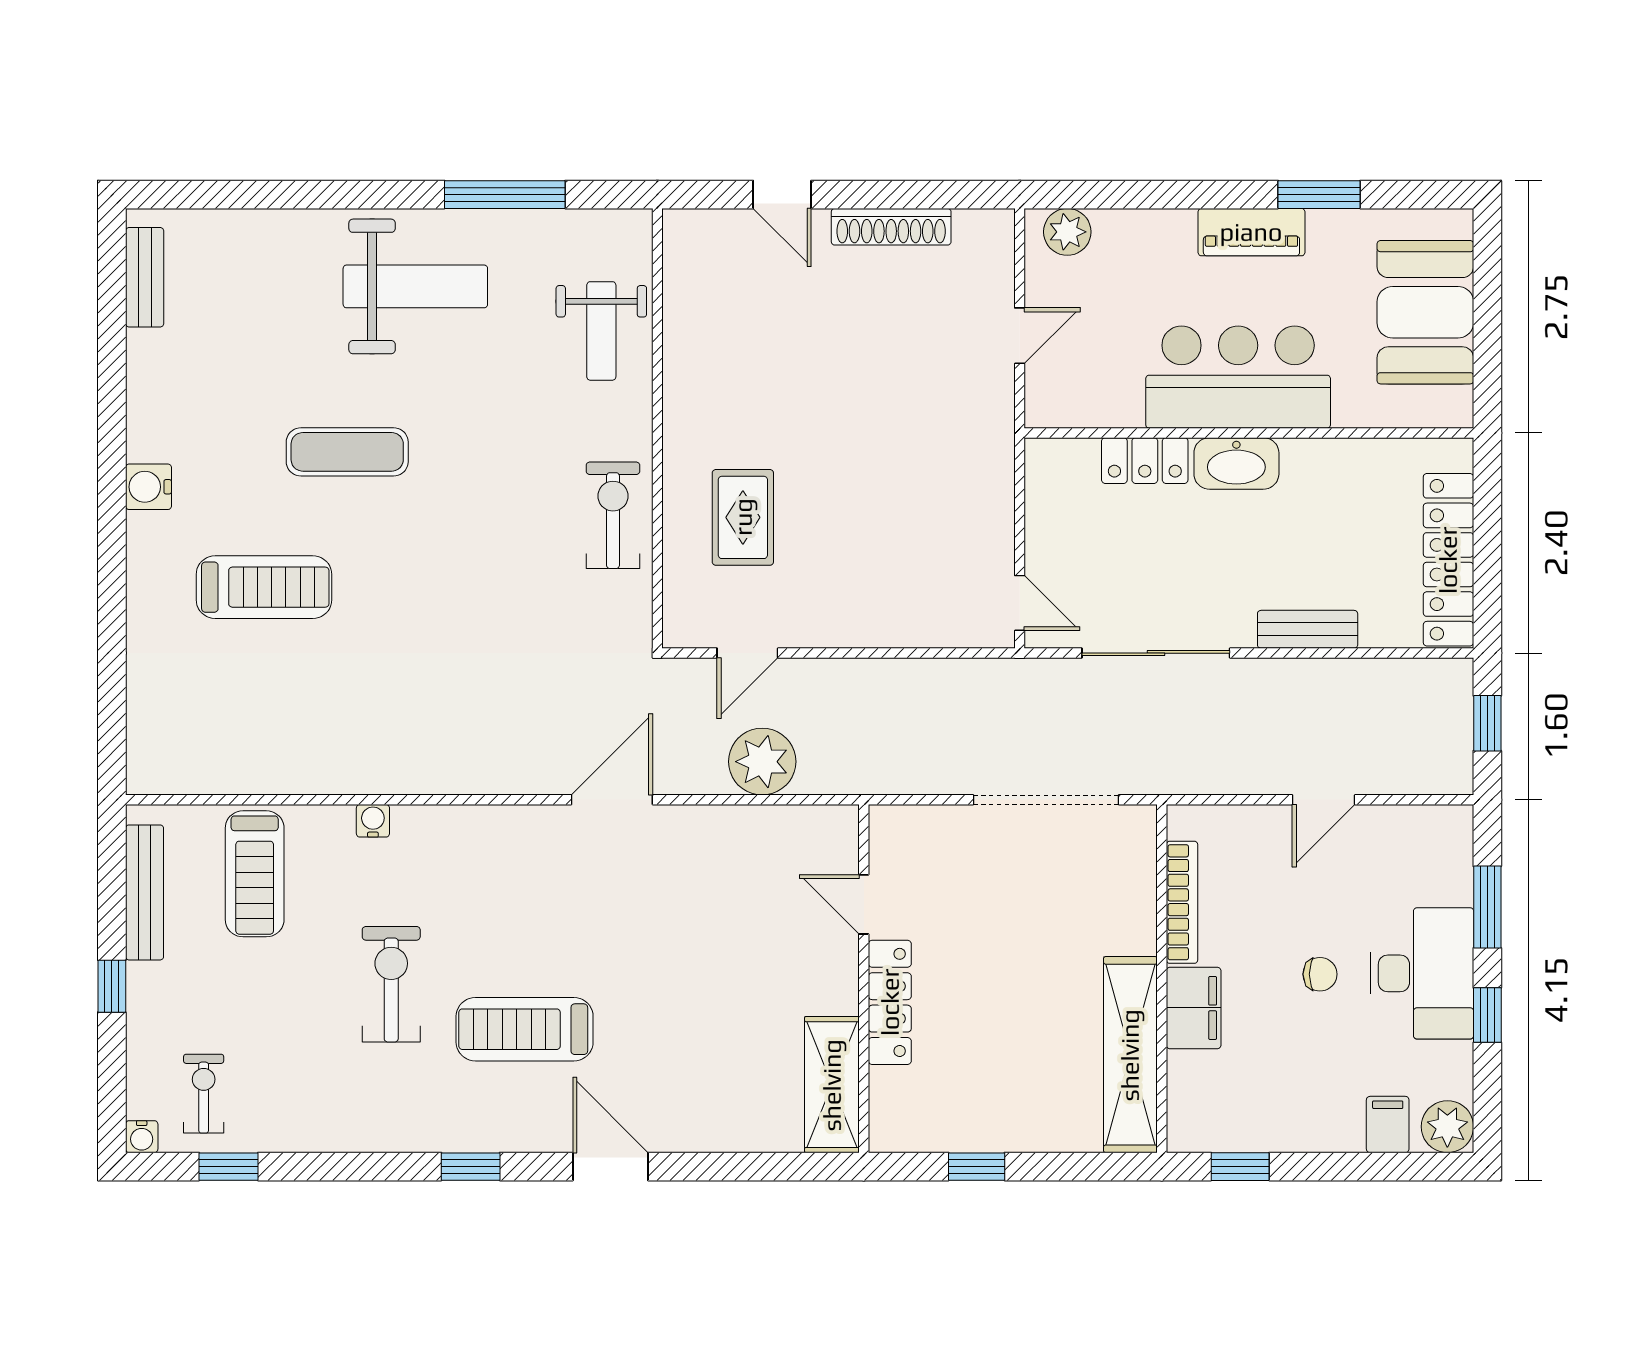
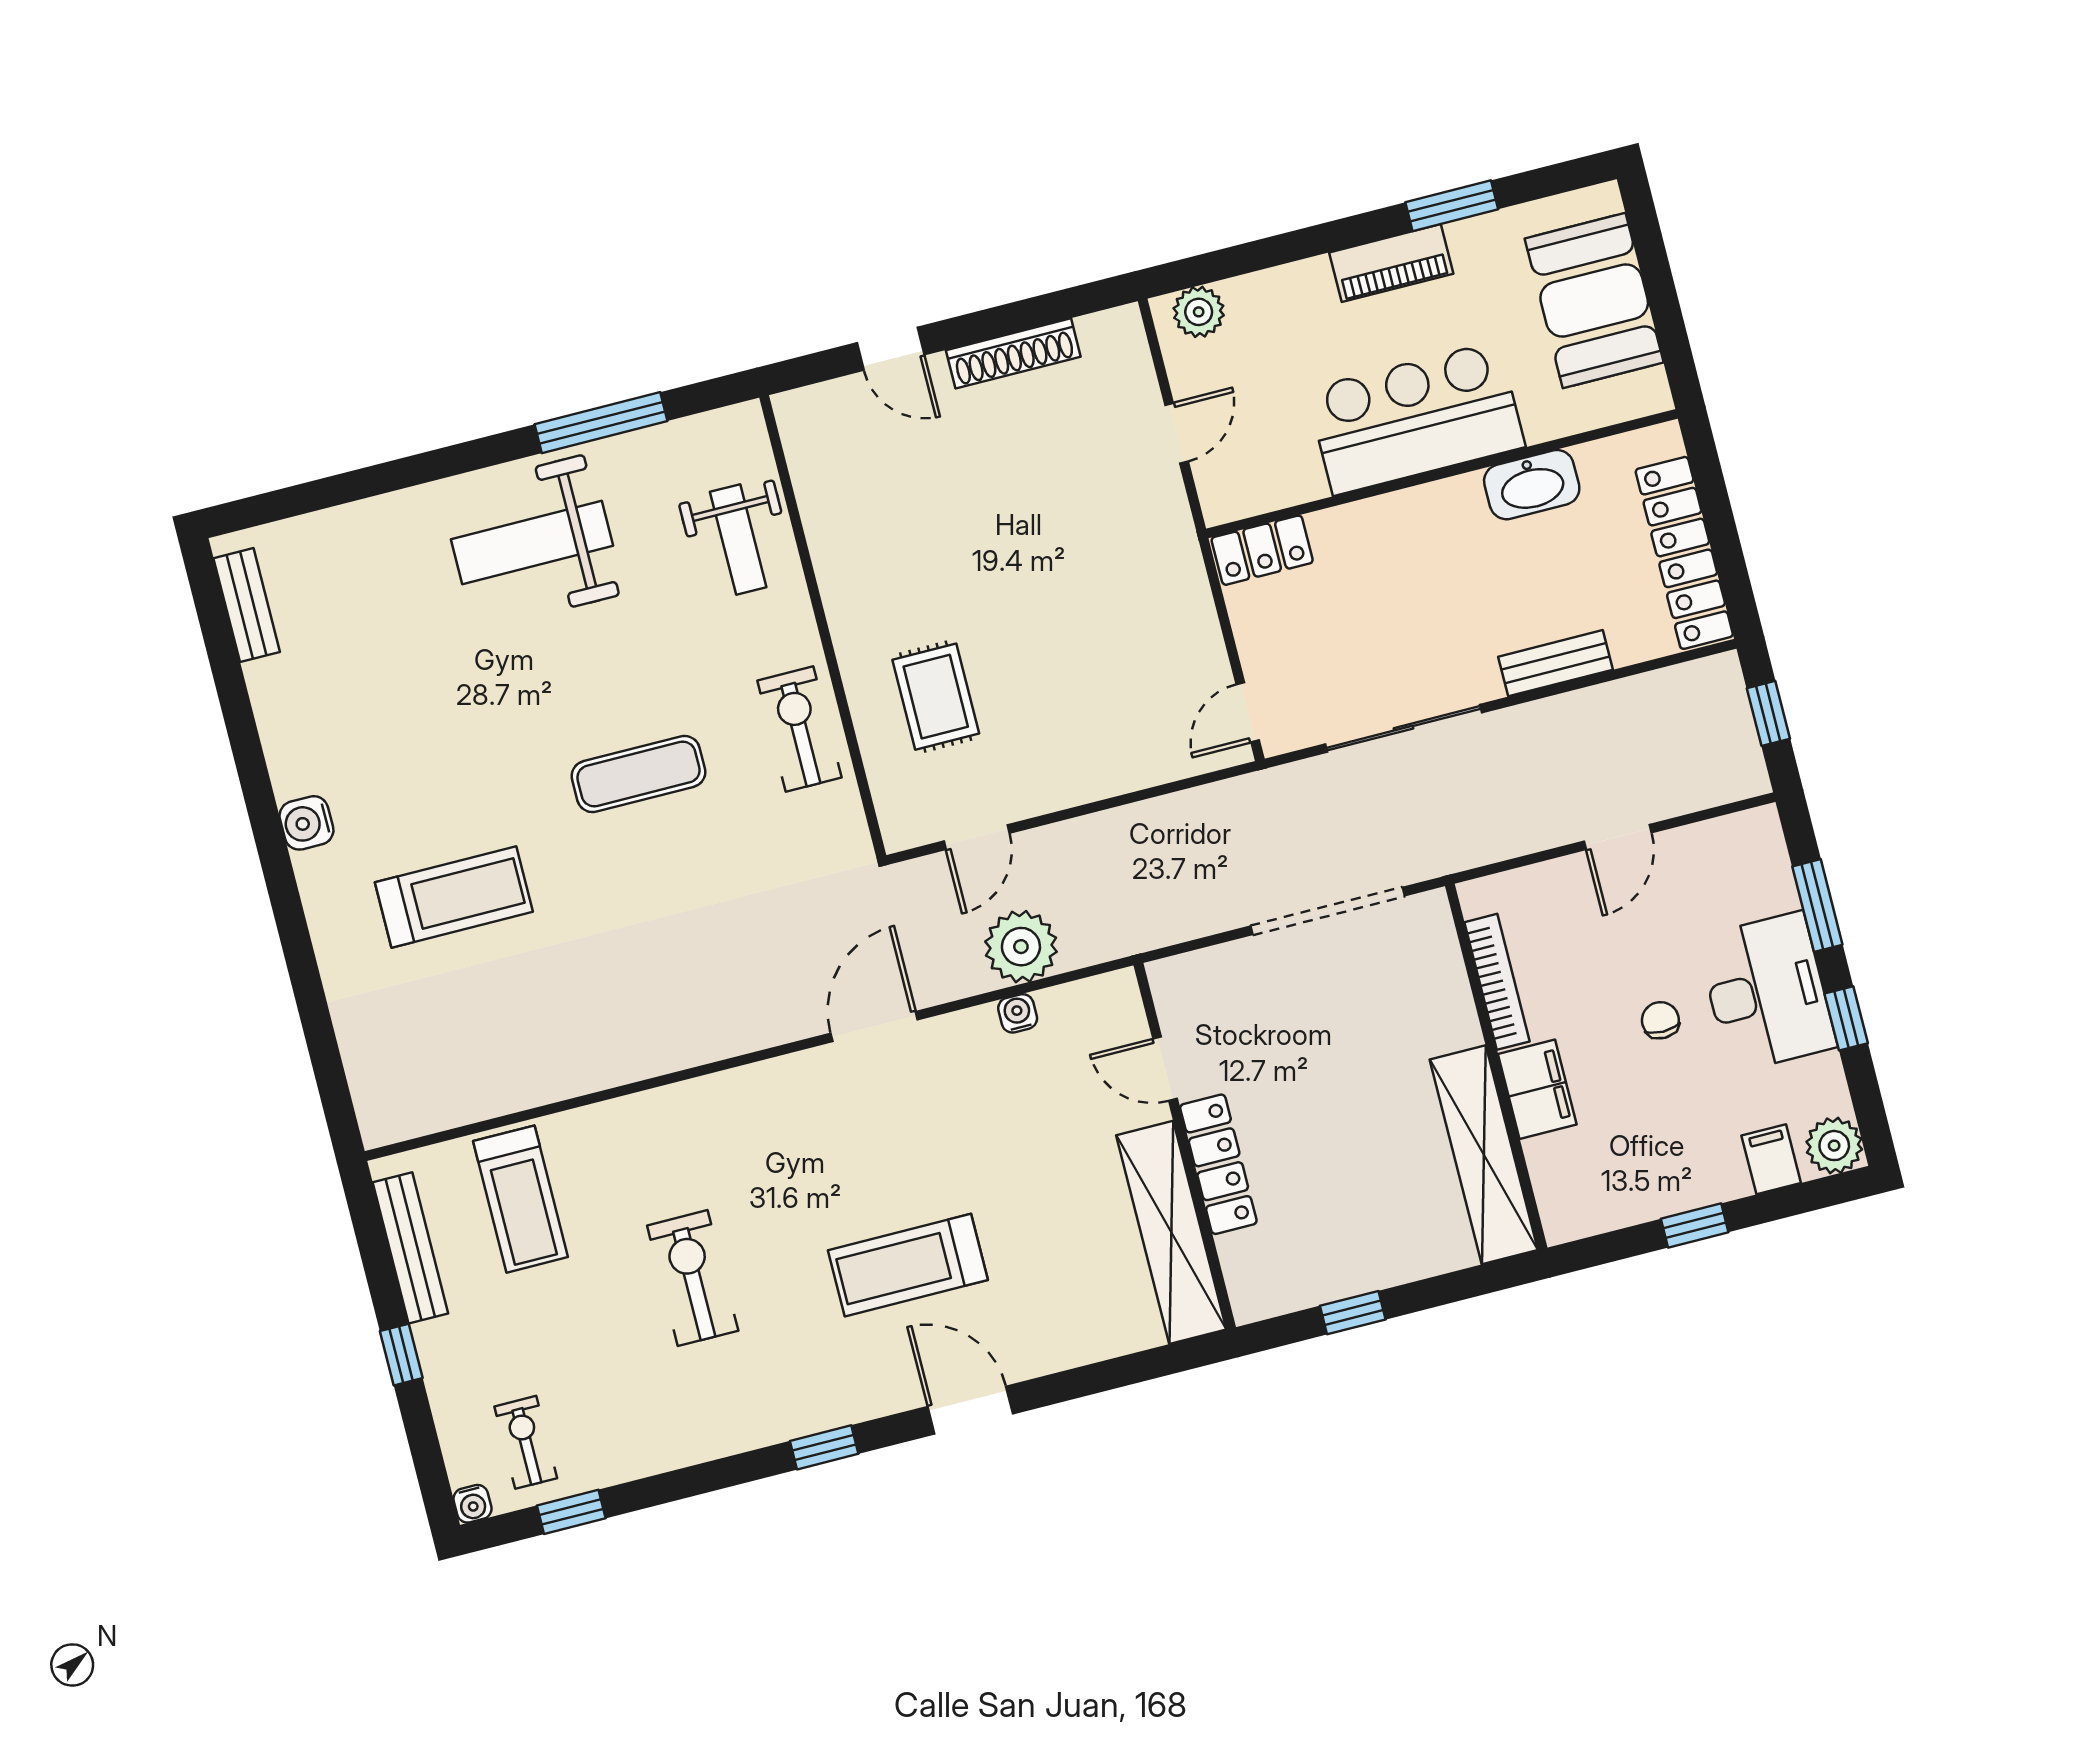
weight bench: (415, 286) -> (532, 543), turned 180
exercise mat: (347, 452) -> (638, 774), moved
locker: (1145, 461) -> (1262, 550), moved
washbasin: (1236, 463) -> (1532, 485), moved
door: (1020, 603) -> (1248, 712), swing flipped
water cooler: (373, 821) -> (1018, 1013), moved
chair: (1320, 974) -> (1660, 1020), turned -90
treadmill: (525, 1029) -> (908, 1265), moved
shelving: (832, 1085) -> (1171, 1232), width x1.47
window: (1240, 1167) -> (1695, 1225), moved

